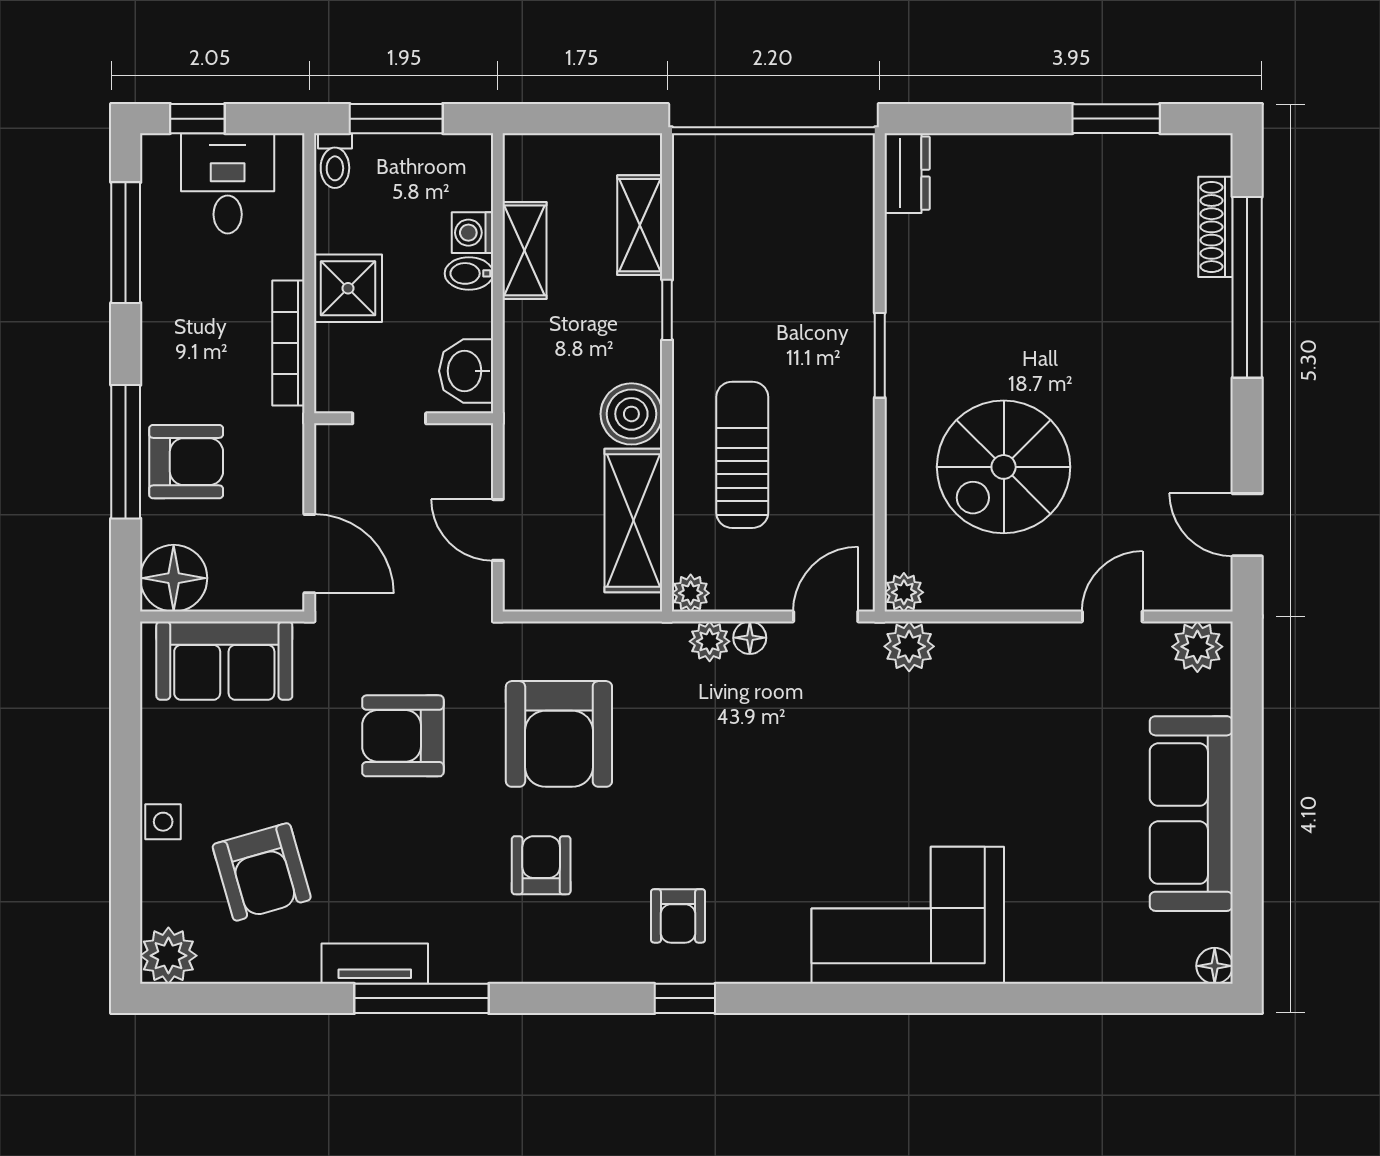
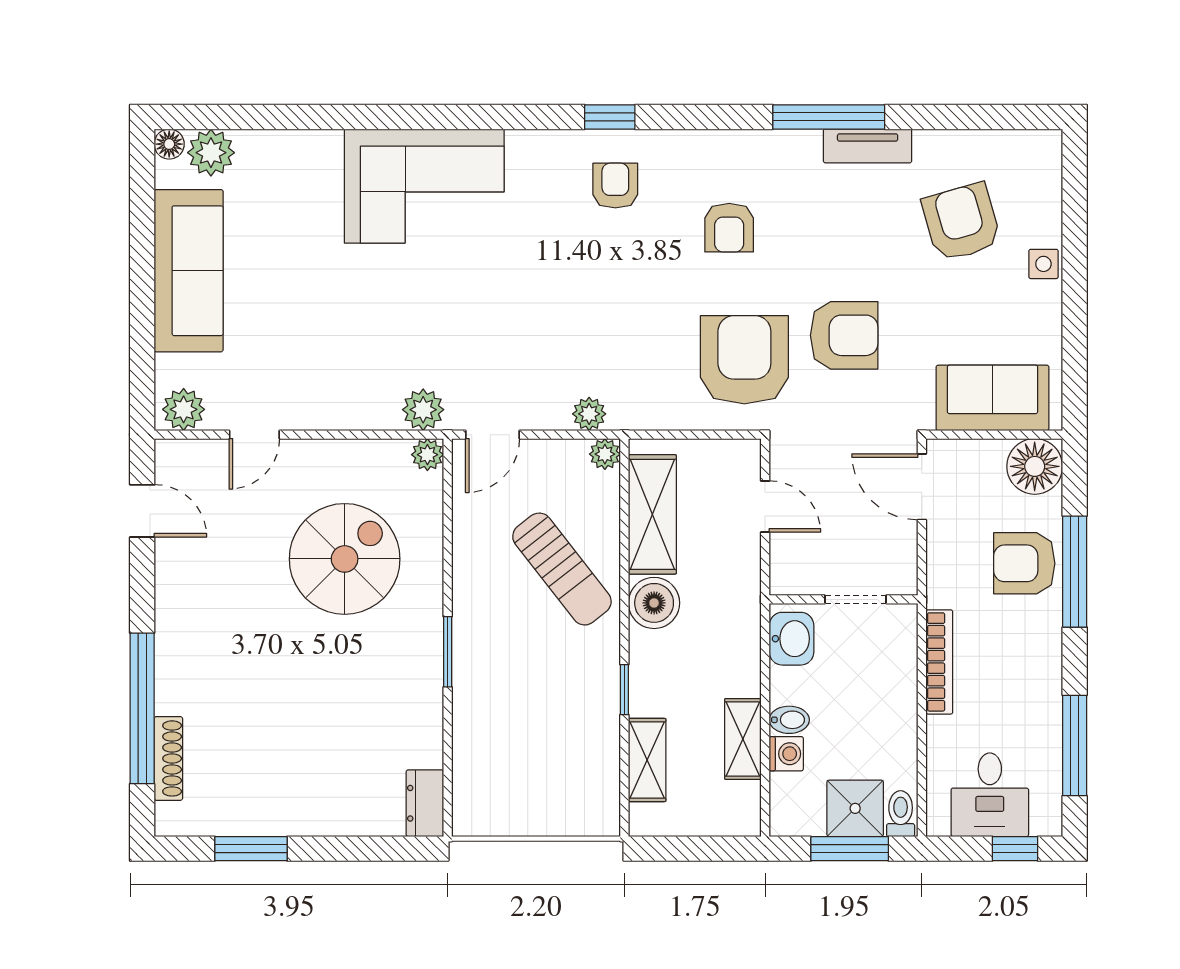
shower: (348, 288) -> (855, 808), moved
sun lounger: (742, 455) -> (562, 569), turned -38
floor lamp: (750, 638) -> (556, 417), removed
armchair: (559, 734) -> (744, 360), moved
plant: (168, 956) -> (211, 153), moved

